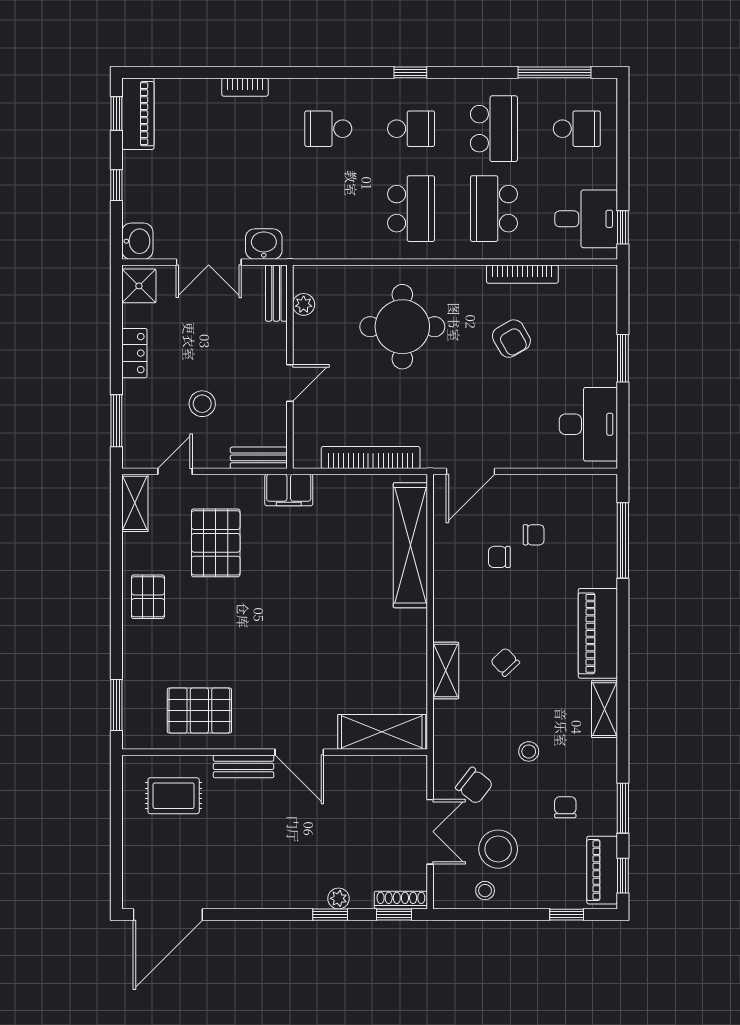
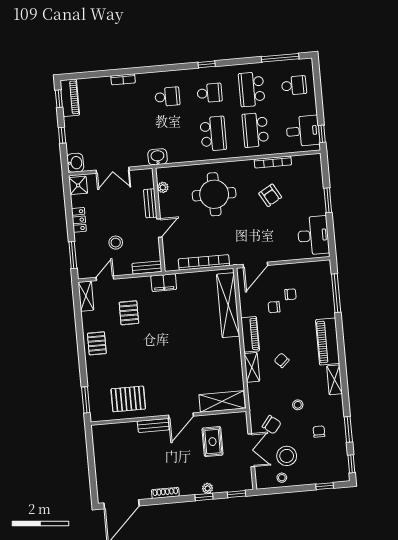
school desk: (328, 129) -> (167, 97), turned 180
school desk: (494, 129) -> (252, 89), turned 180
washbasin: (264, 244) -> (158, 157), moved
bench: (276, 293) -> (150, 203), moved
pallet: (216, 543) -> (129, 313), width x0.67, depth x0.71
door: (299, 752) -> (181, 416), hinge flipped
rug: (174, 796) -> (213, 442), moved, turned 90
piano: (602, 870) -> (250, 334), moved, turned 180
shoe rack: (401, 900) -> (165, 493), moved

